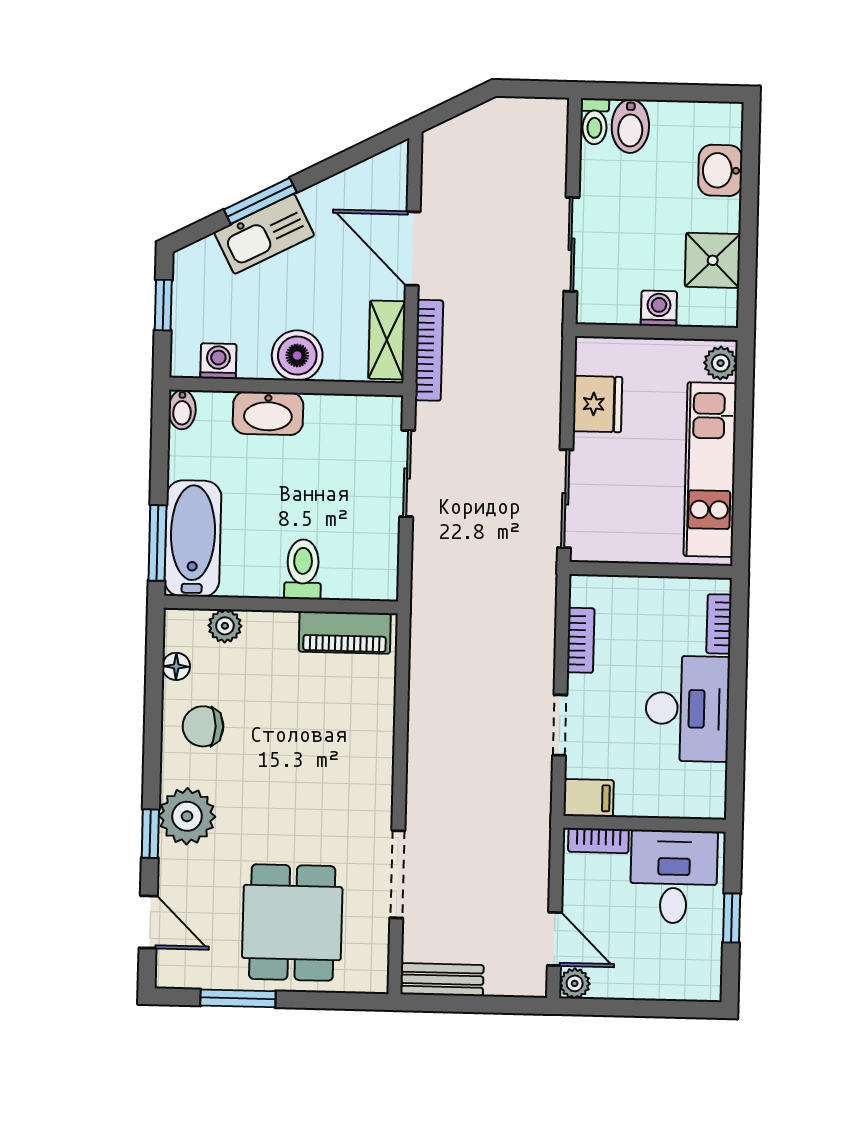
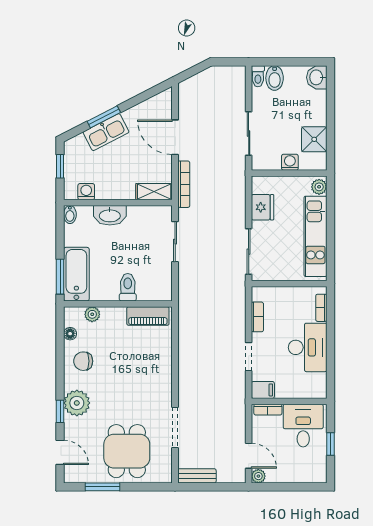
washbasin: (720, 170) -> (317, 77), moved
shelving: (387, 340) -> (154, 192), moved, turned 90
boiler: (297, 355) -> (123, 188), removed

